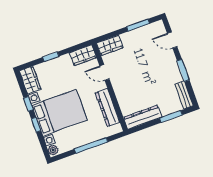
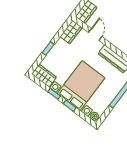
door: (104, 72) -> (95, 34), swing flipped

